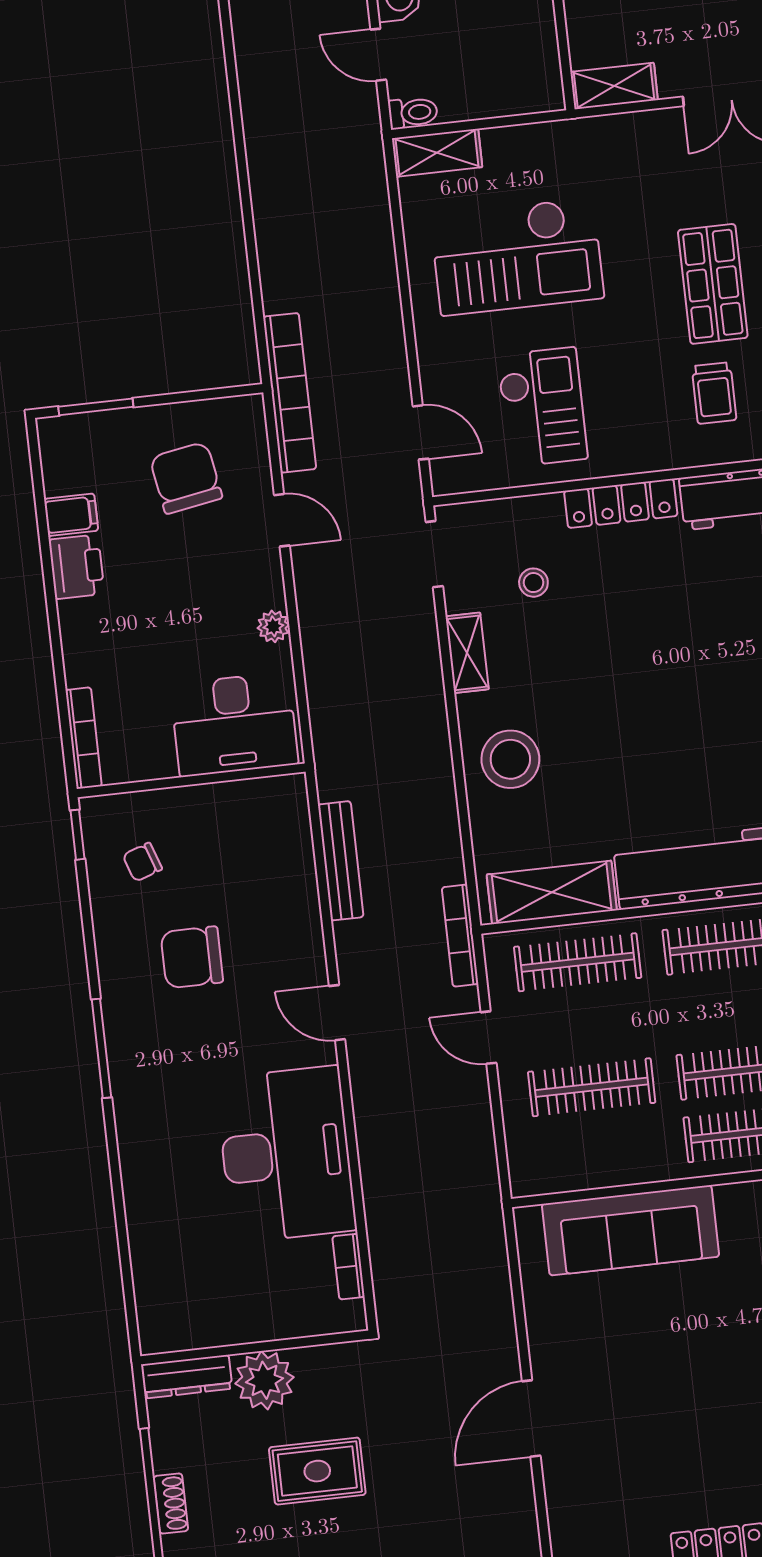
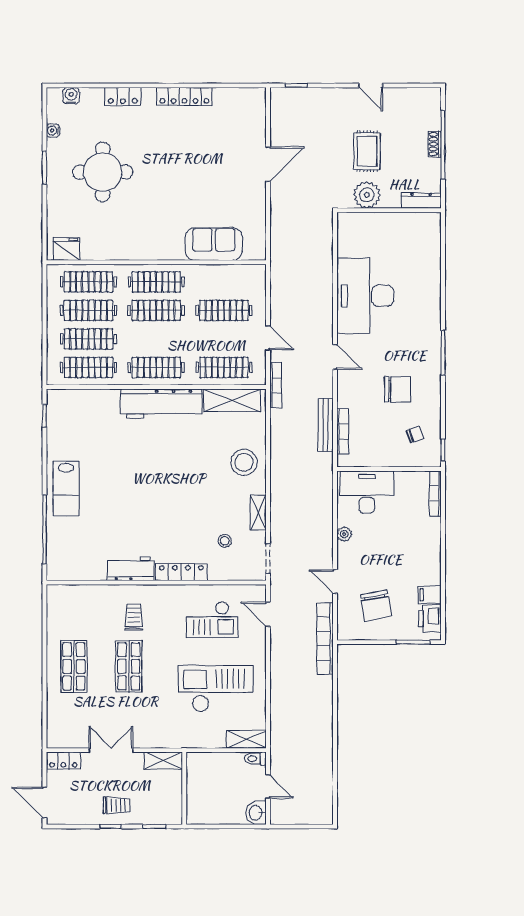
checkout: (542, 407) -> (212, 619), turned -90
printer: (77, 567) -> (430, 618), moved
sofa: (630, 1230) -> (214, 244), width x0.73
bookcase: (349, 1267) -> (343, 431), moved, width x1.56
plant: (264, 1380) -> (367, 195), moved
rug: (317, 1471) -> (367, 151), turned 90

